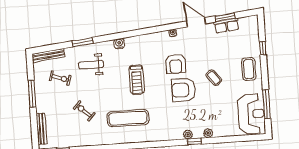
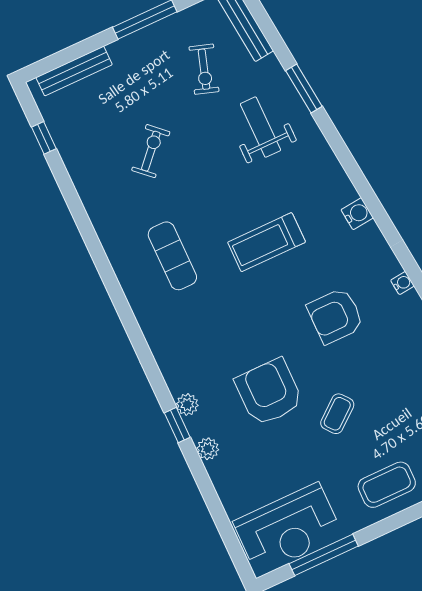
water cooler: (119, 44) -> (357, 214), moved
armchair: (184, 90) -> (269, 392), moved
exercise mat: (128, 118) -> (172, 256), width x0.73, depth x0.69

